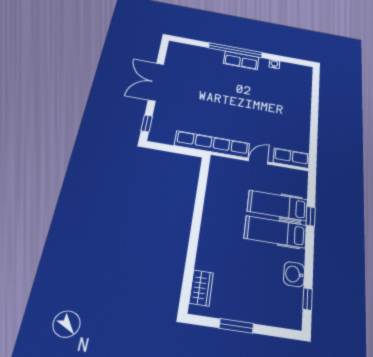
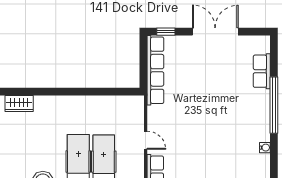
row of seats: (241, 60) -> (262, 71), moved
row of seats: (212, 144) -> (155, 70), moved

